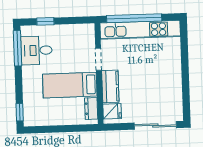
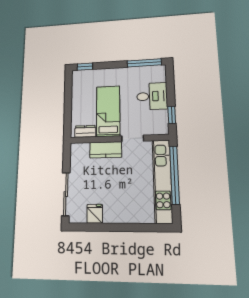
window: (45, 21) -> (172, 115), moved
desk: (36, 50) -> (152, 96), moved, turned 90
fridge: (112, 111) -> (95, 214), moved, turned 180

